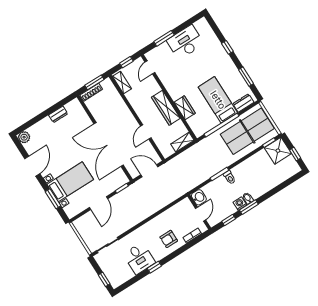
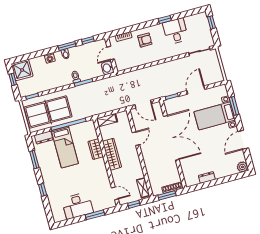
door: (150, 67) -> (115, 193), hinge flipped
shower: (278, 151) -> (22, 70), moved
washing machine: (240, 204) -> (50, 58), moved

